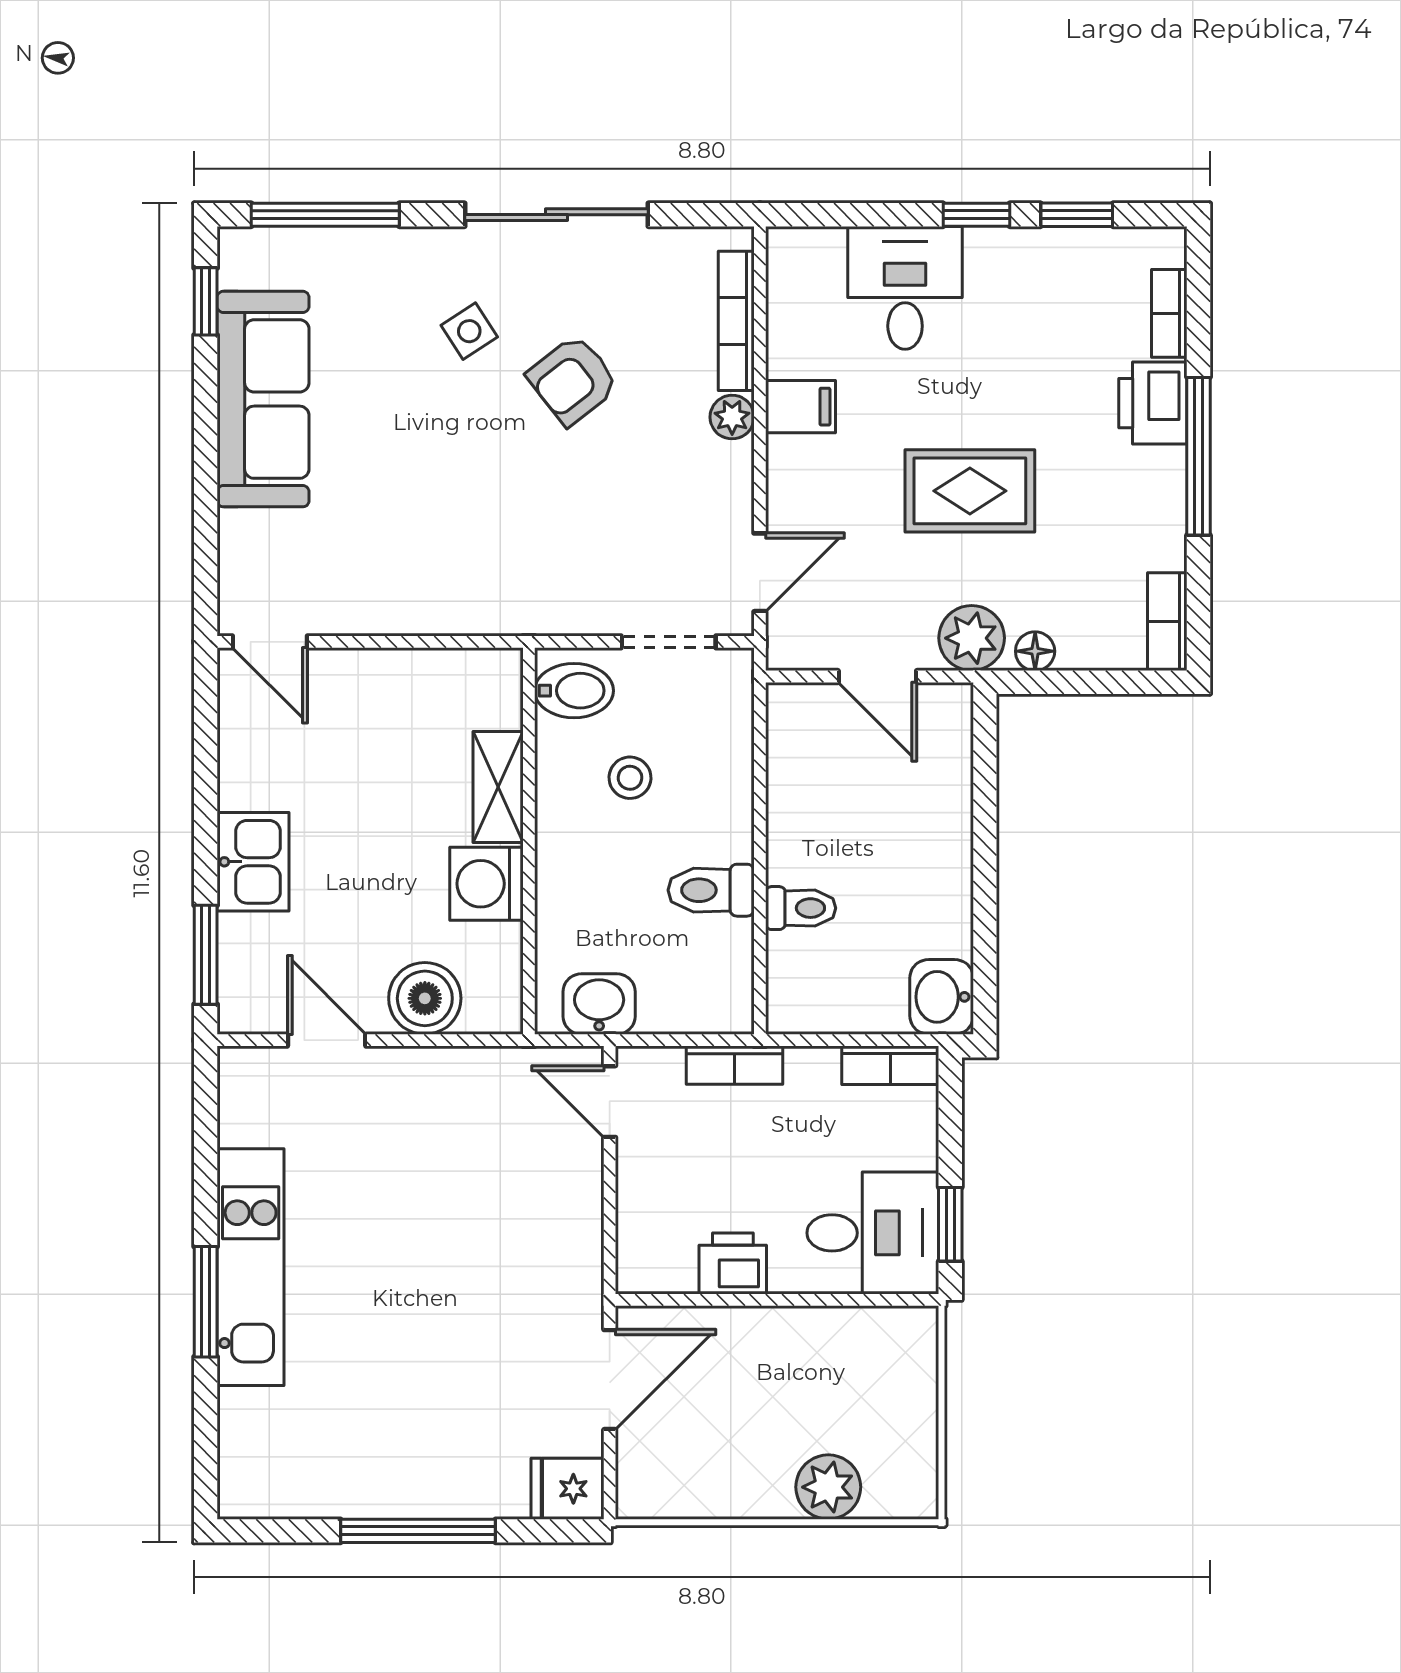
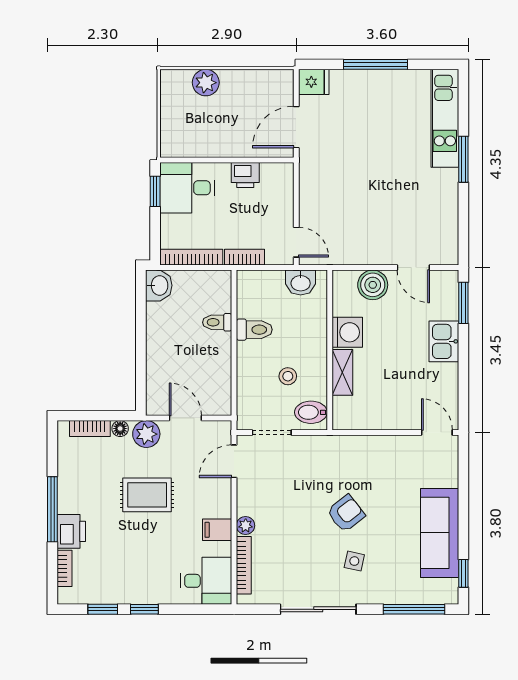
desk: (905, 288) -> (206, 581), moved, turned -90
side table: (469, 331) -> (354, 561), turned 45
armchair: (573, 380) -> (346, 513), moved
bookcase: (1167, 622) -> (90, 429), moved, turned 90
bookcase: (890, 1065) -> (191, 257), width x1.56
kitchen unit: (251, 1267) -> (445, 118), moved

